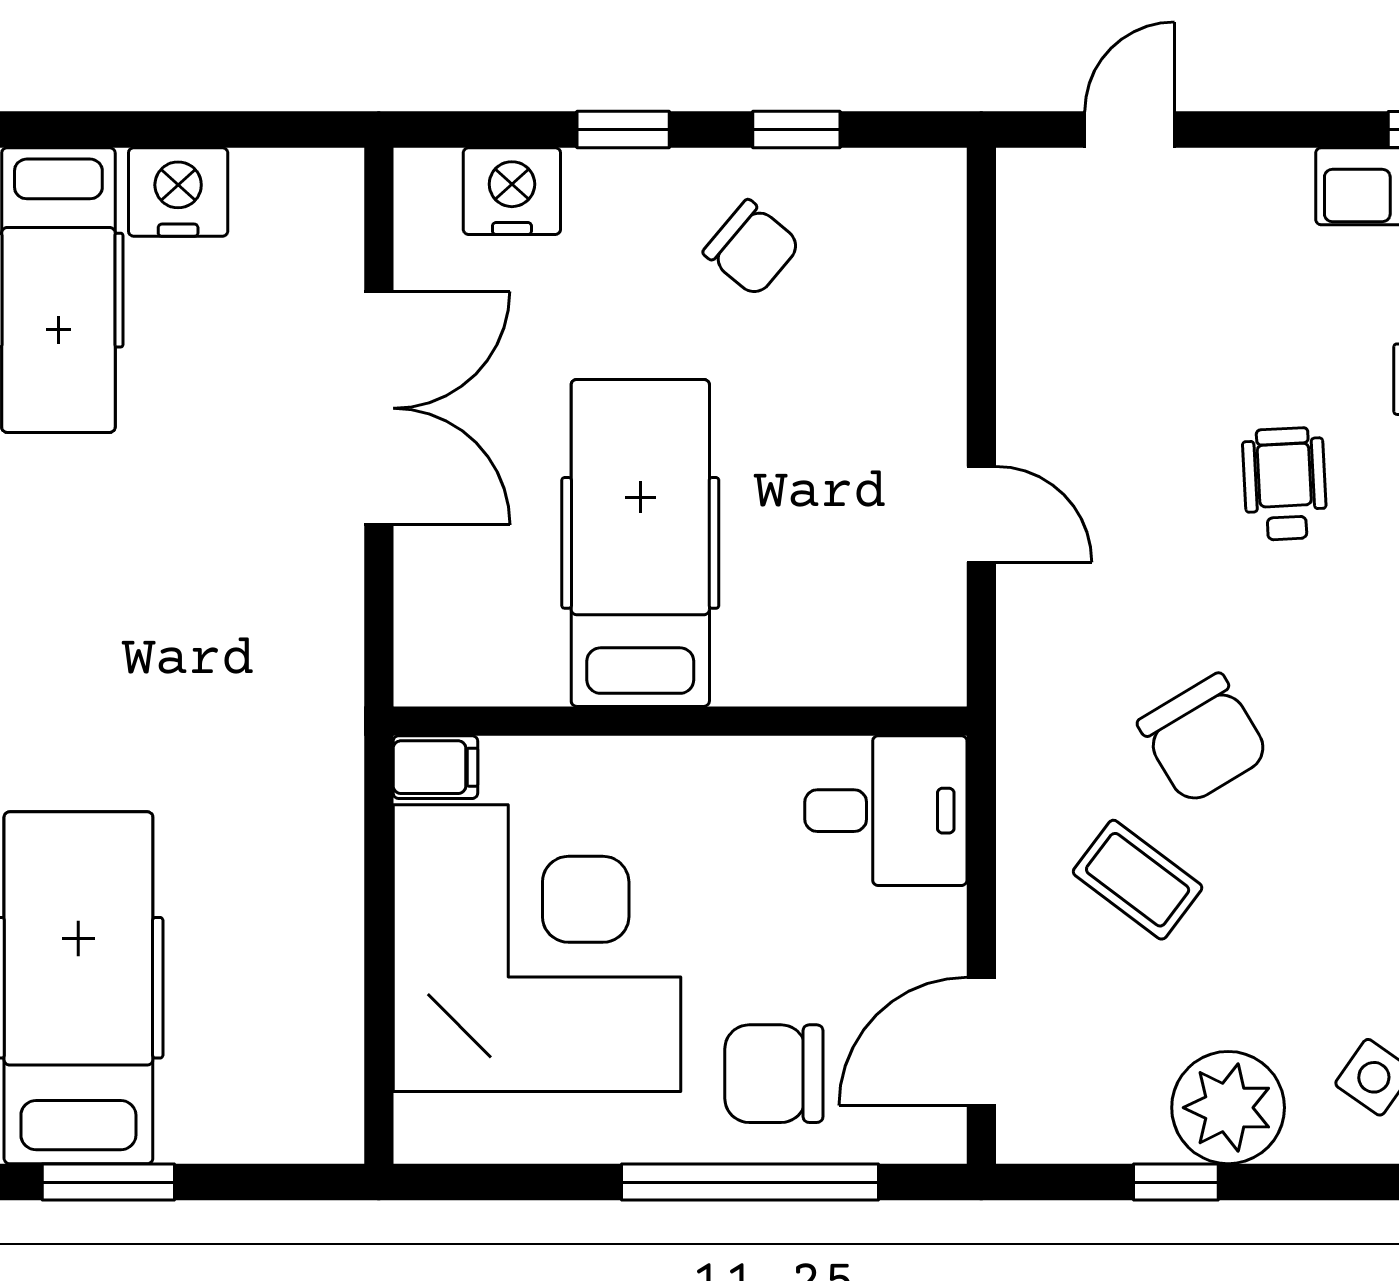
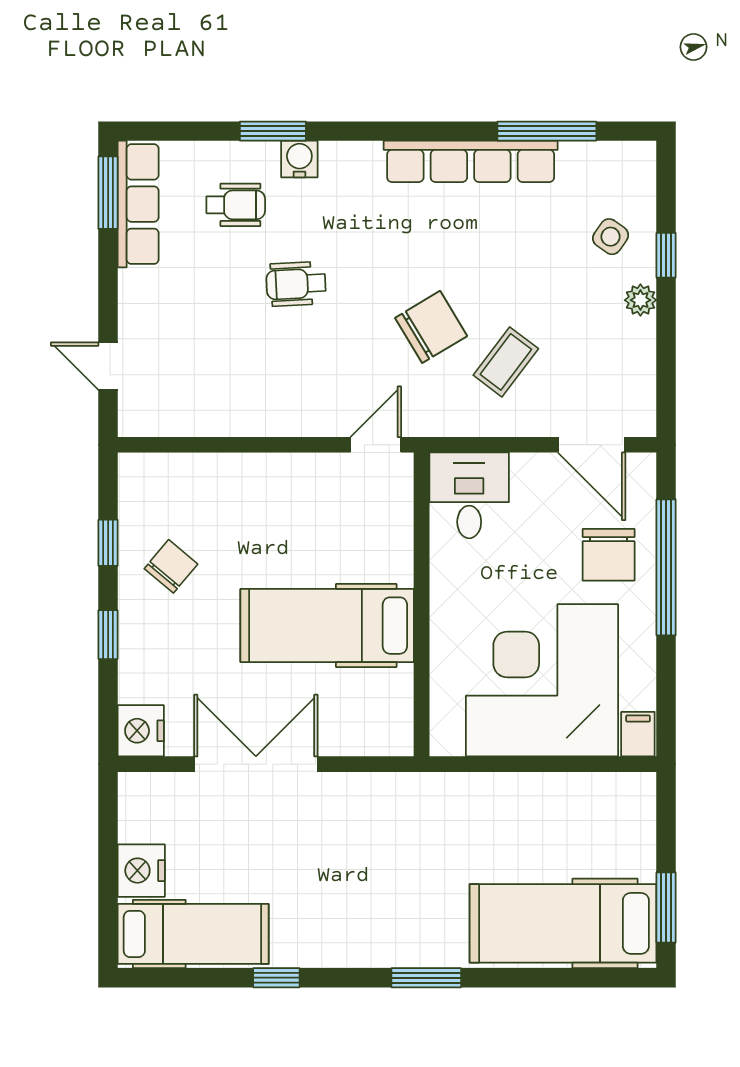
nightstand: (512, 191) -> (141, 731), moved
door: (981, 514) -> (376, 445), moved
filing cabinet: (435, 767) -> (638, 734), moved
plant: (1228, 1108) -> (640, 300), width x0.53, depth x0.53
window: (1176, 1182) -> (666, 255), moved

